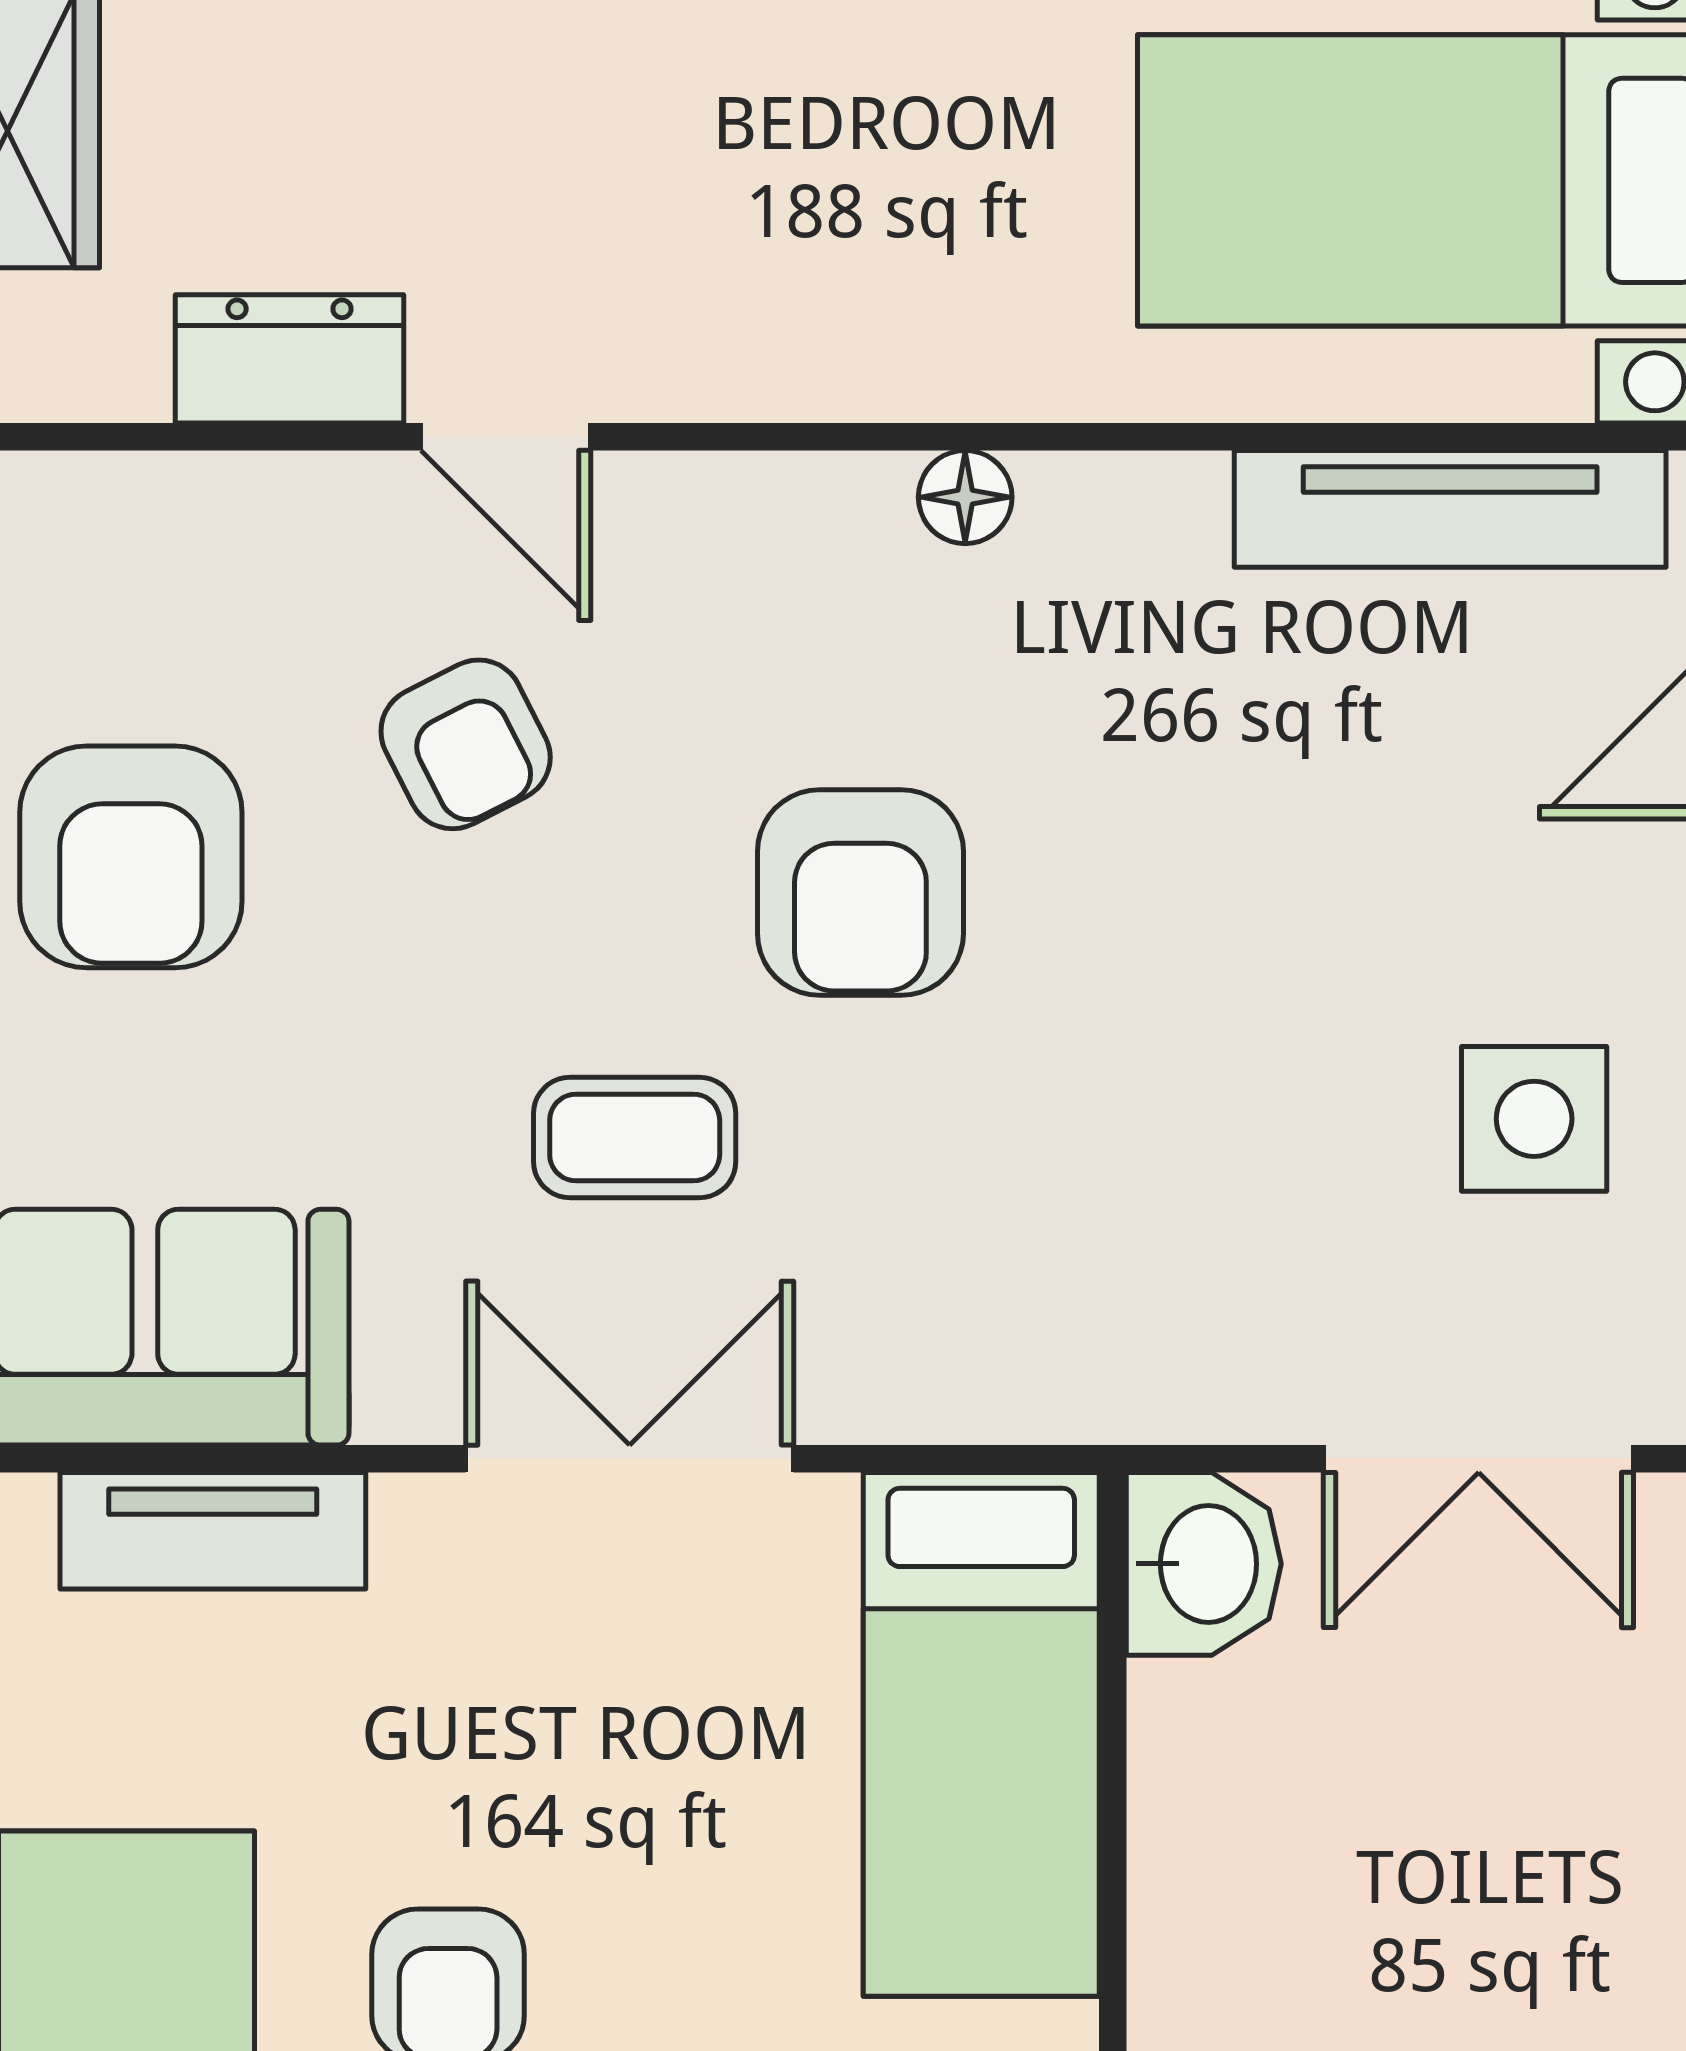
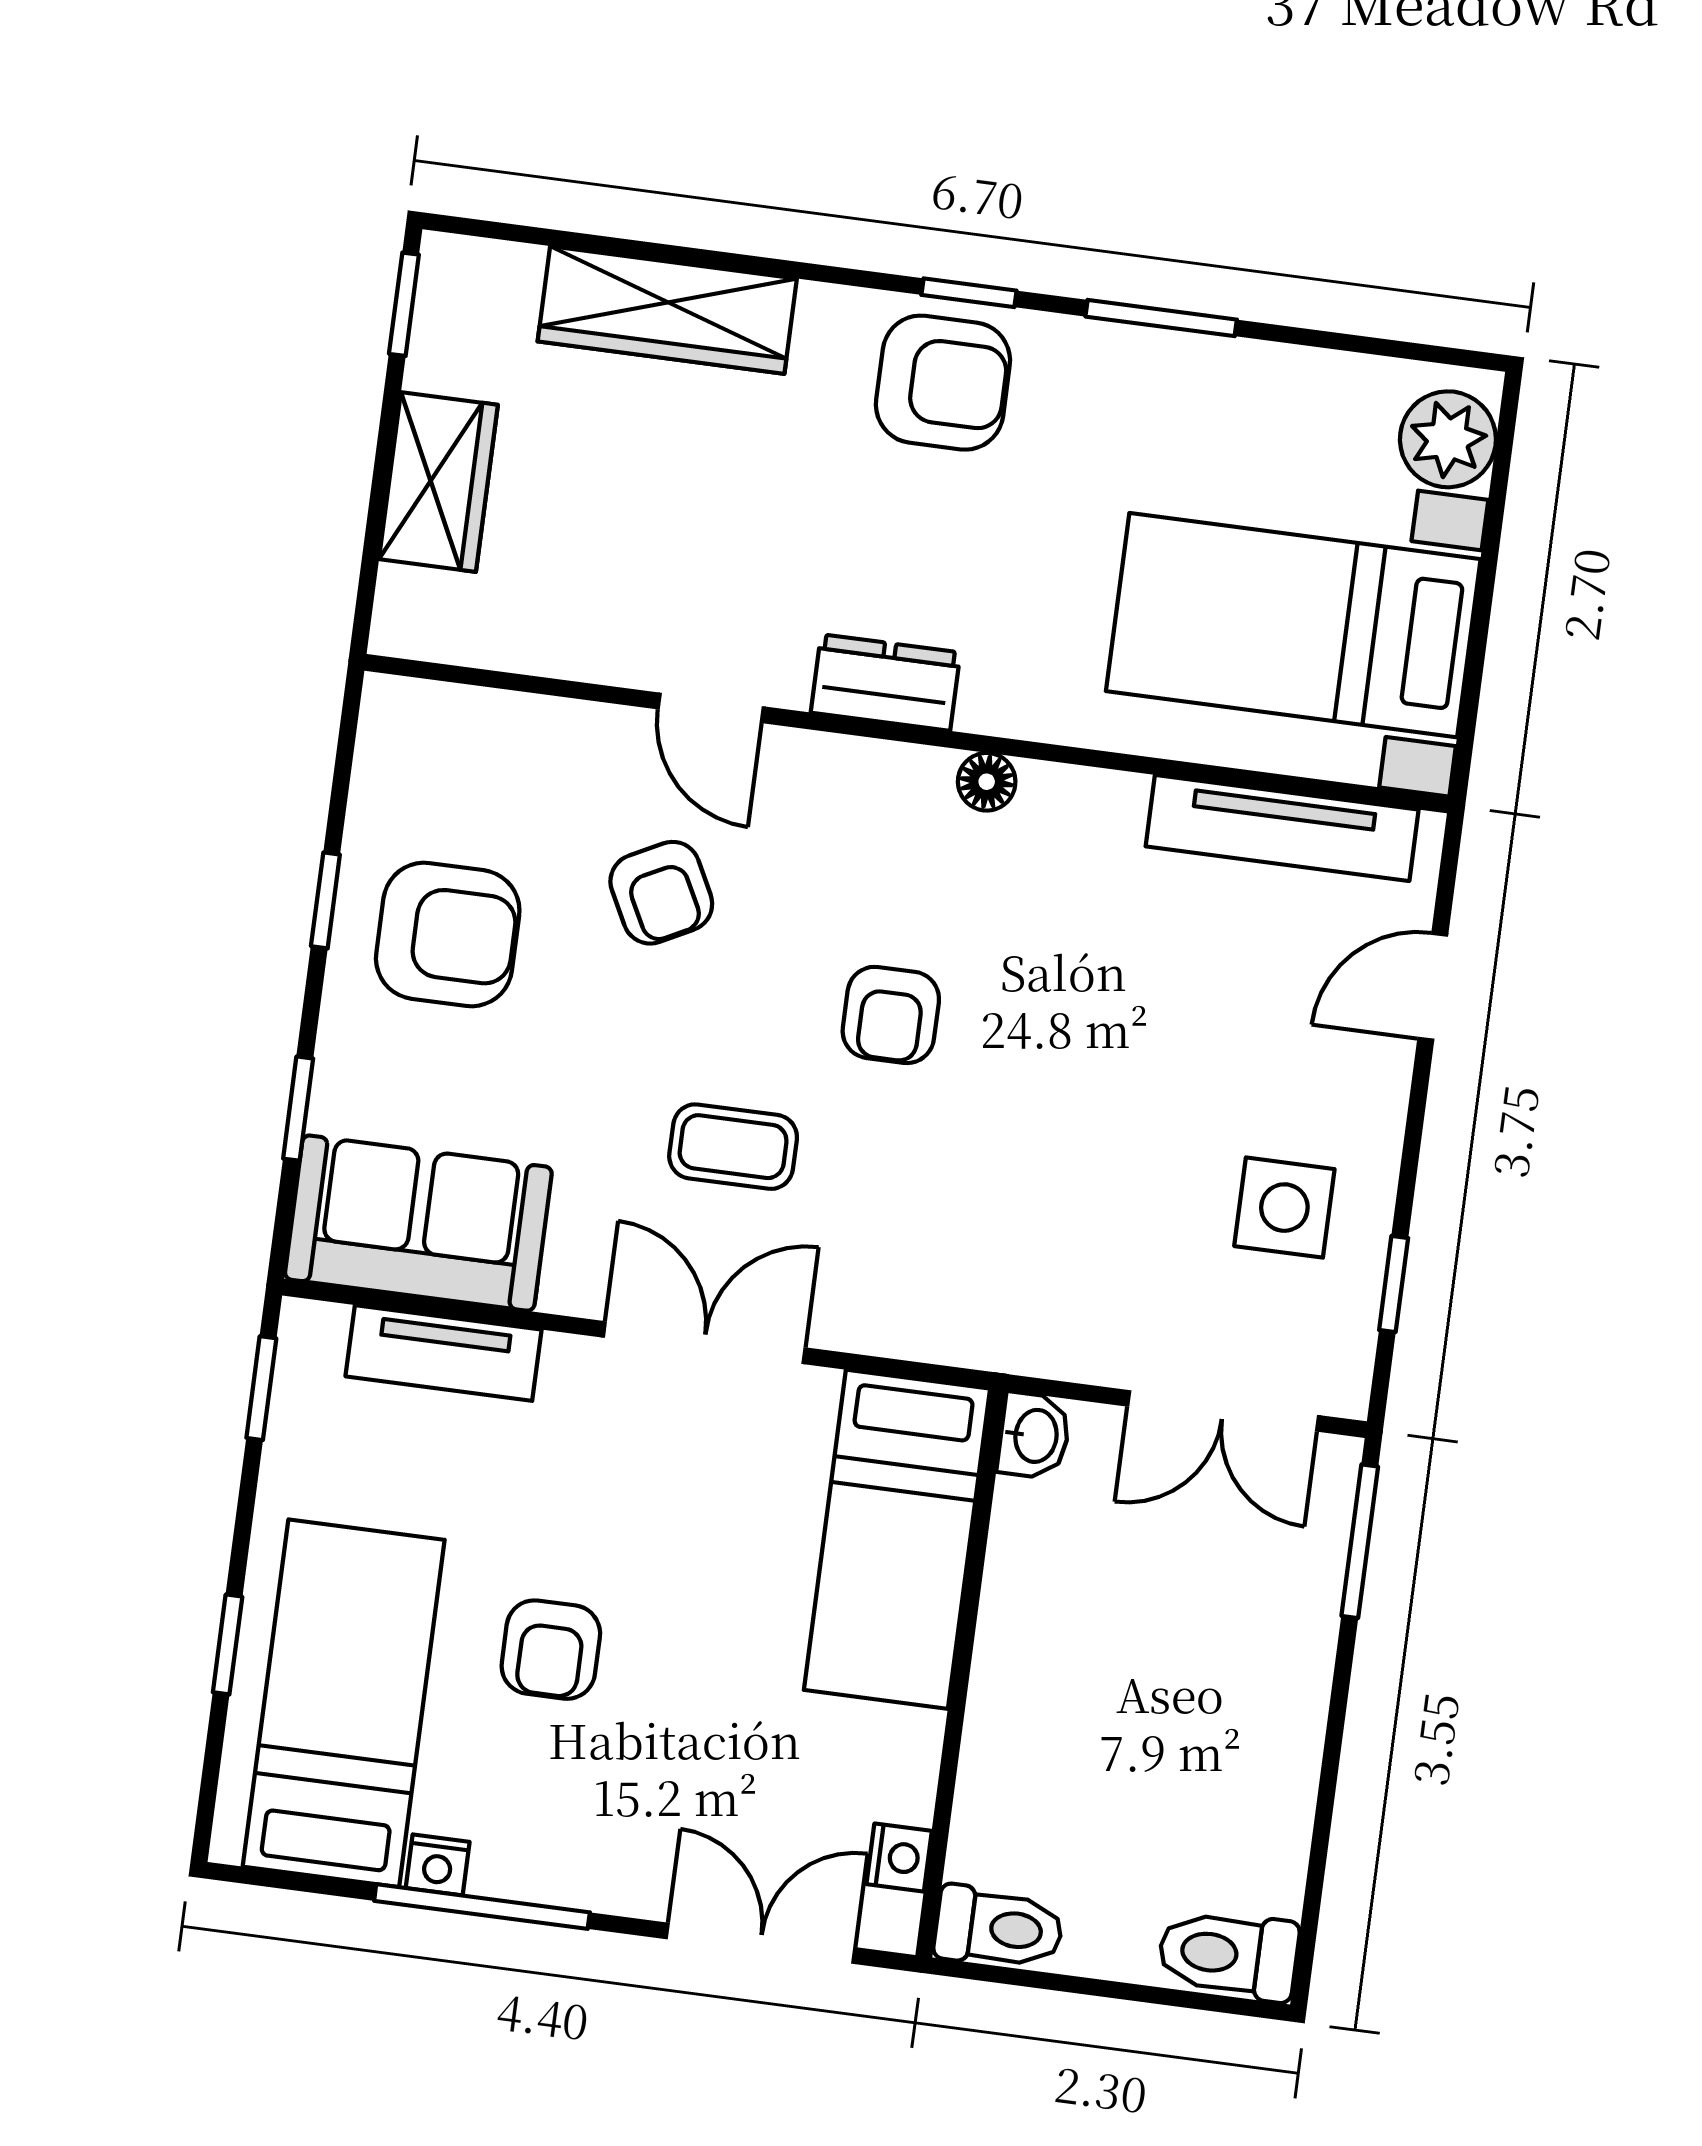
dresser: (290, 359) -> (886, 682), moved
armchair: (131, 857) -> (448, 935), turned -90
armchair: (860, 892) -> (891, 1015), width x0.72, depth x0.72
washbasin: (1204, 1564) -> (1034, 1436), width x0.72, depth x0.69

